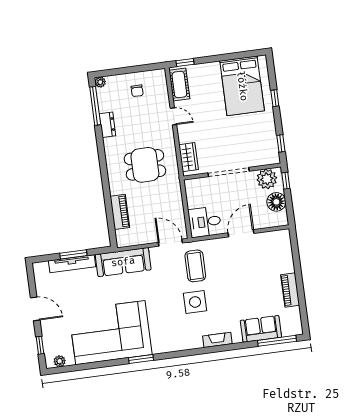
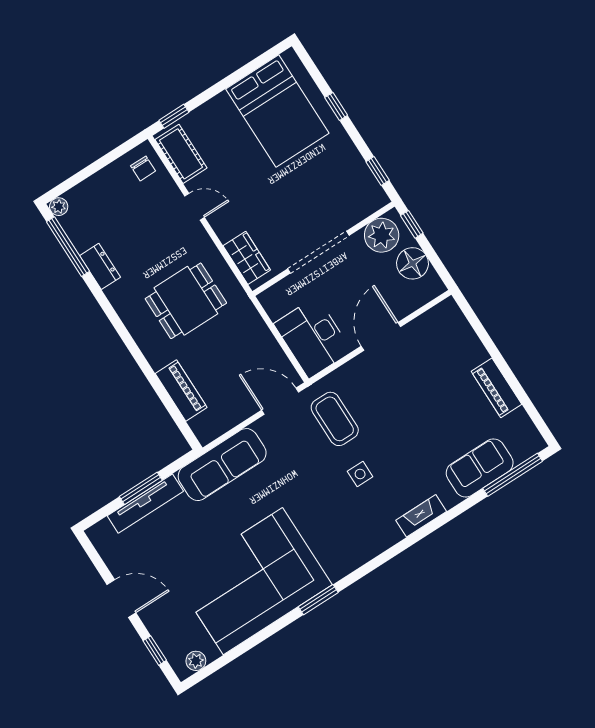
chair: (137, 91) -> (143, 168), moved
desk: (205, 222) -> (313, 337), width x1.37
side table: (195, 302) -> (360, 474), width x0.54, depth x0.54

